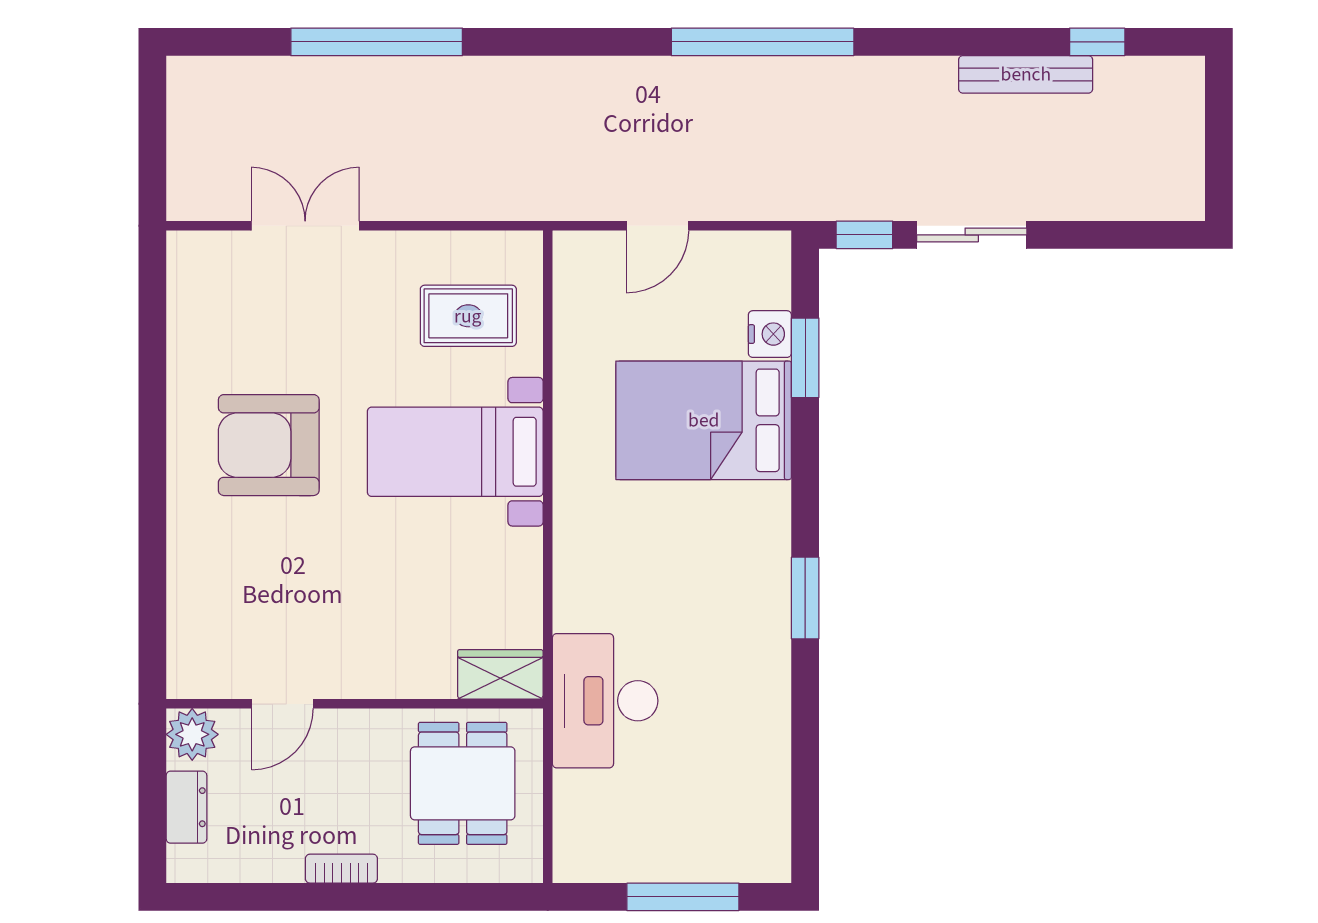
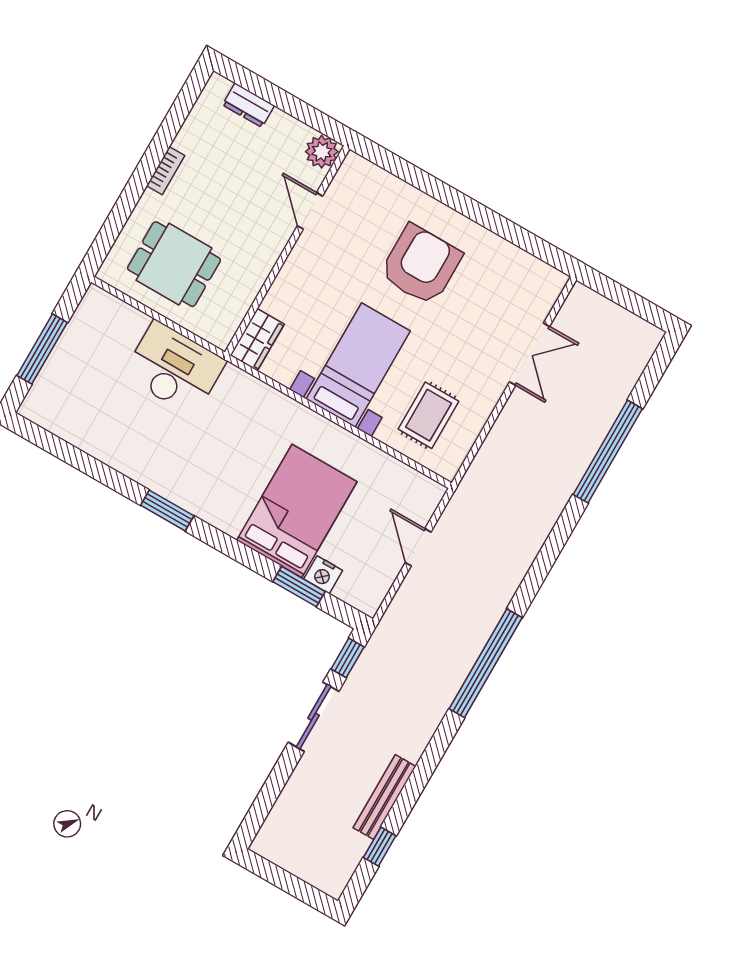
wardrobe: (500, 674) -> (257, 340), moved
door: (283, 704) -> (310, 211), moved
wall: (355, 704) -> (287, 250), moved
plant: (192, 734) -> (322, 152), moved

